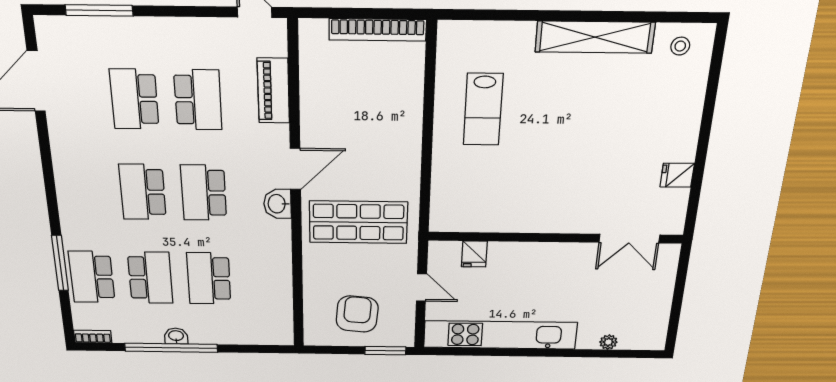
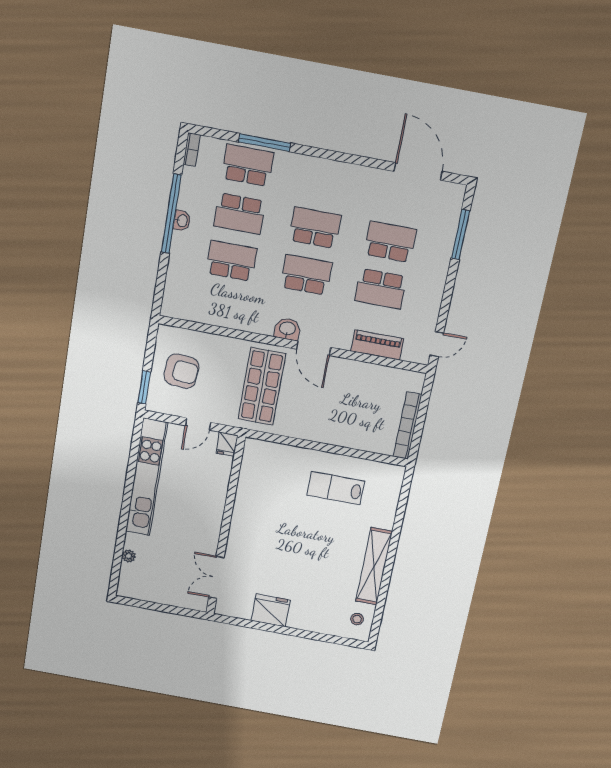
fridge: (677, 175) -> (271, 610), width x1.88, depth x1.34
fridge: (474, 254) -> (227, 444), moved, turned -90

